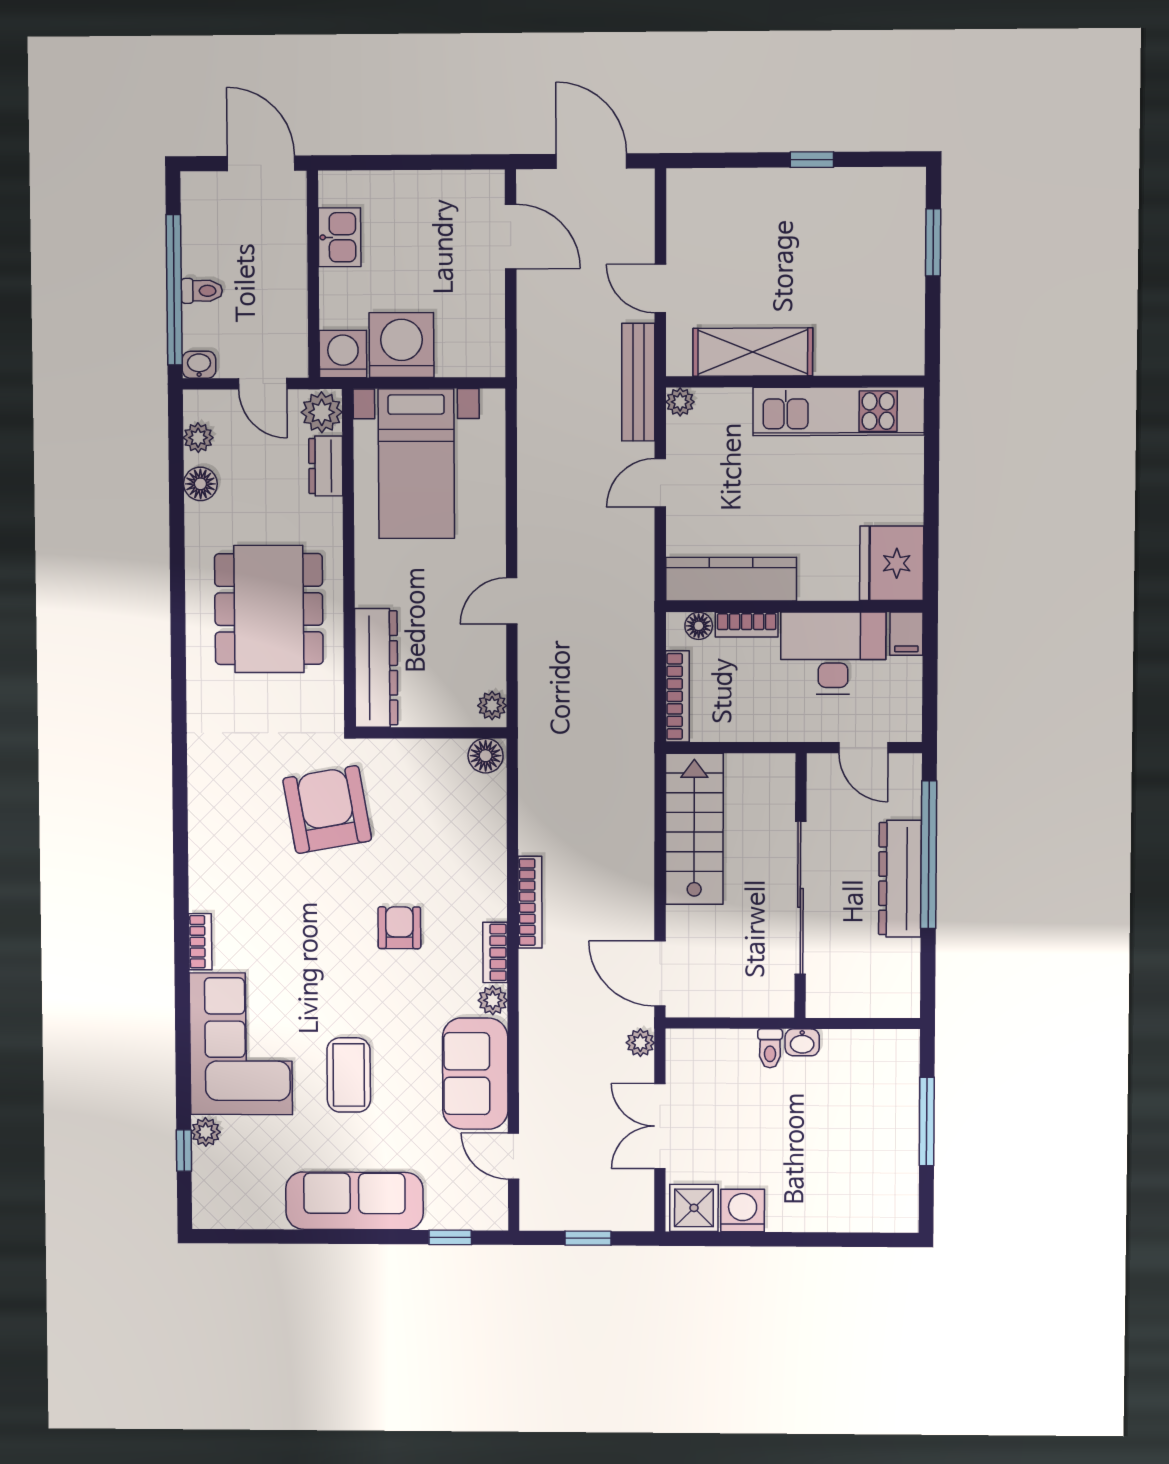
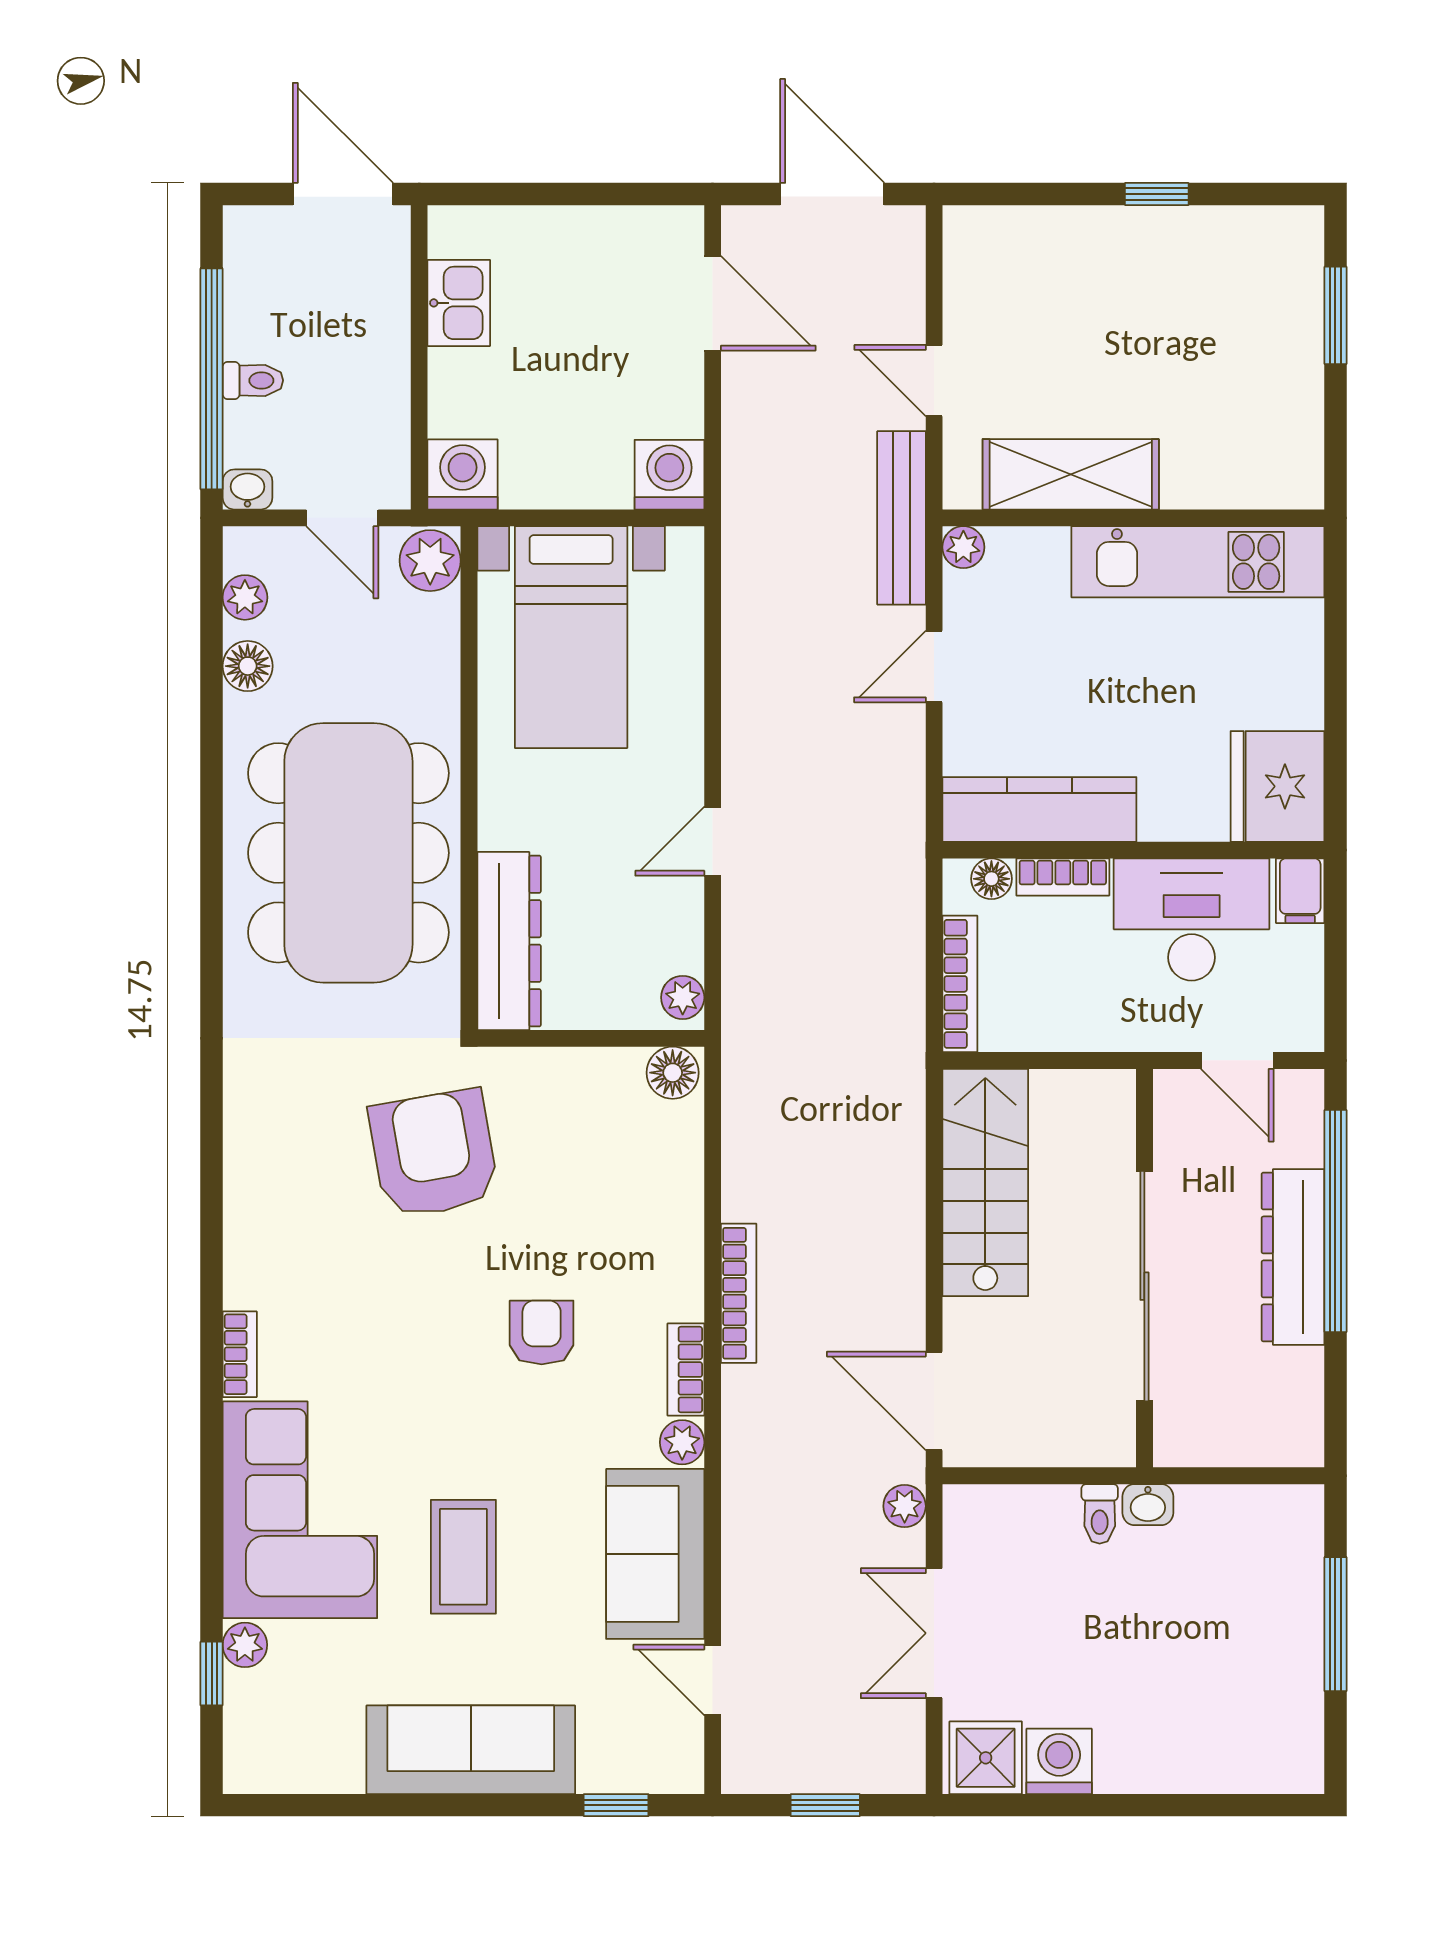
washing machine: (402, 345) -> (669, 475), moved, width x0.73, depth x0.73
dresser: (326, 466) -> (436, 640), removed
dining table: (269, 609) -> (348, 853), width x1.36, depth x1.24

